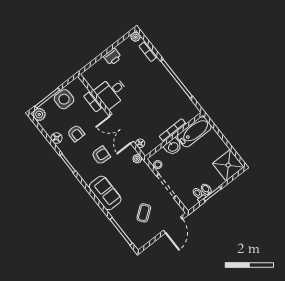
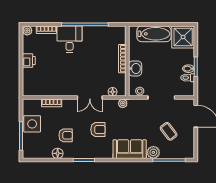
desk: (111, 92) -> (70, 39), moved, turned 180
plant: (39, 114) -> (153, 152), moved
double door: (121, 129) -> (90, 98), width x0.73
bathtub: (194, 132) -> (154, 34), moved, turned 90
armchair: (101, 155) -> (98, 130), turned 86

